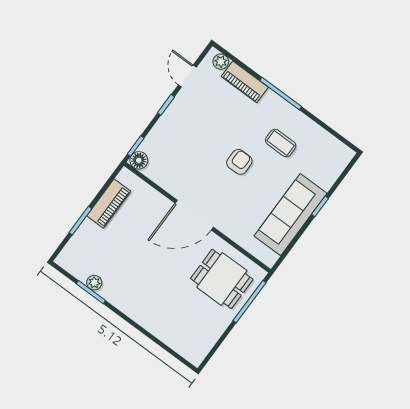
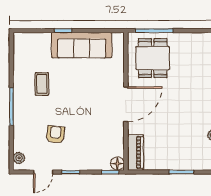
piano: (245, 82) -> (21, 134), removed
armchair: (239, 162) -> (55, 135), moved, turned 96
piano: (109, 204) -> (136, 152), moved, turned 90
door: (194, 215) -> (126, 104), hinge flipped

